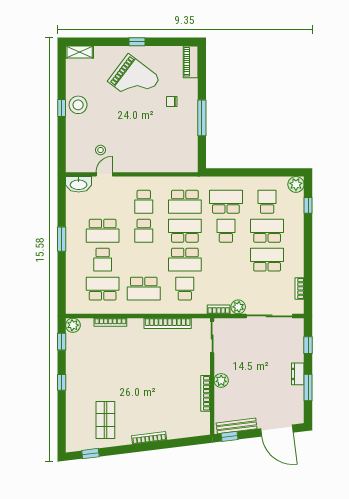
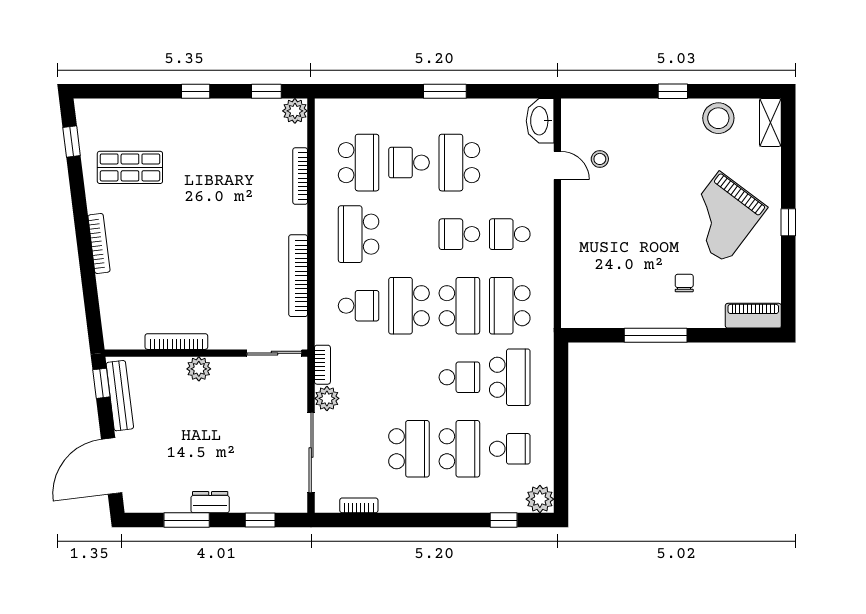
stool: (78, 105) -> (718, 118), moved

